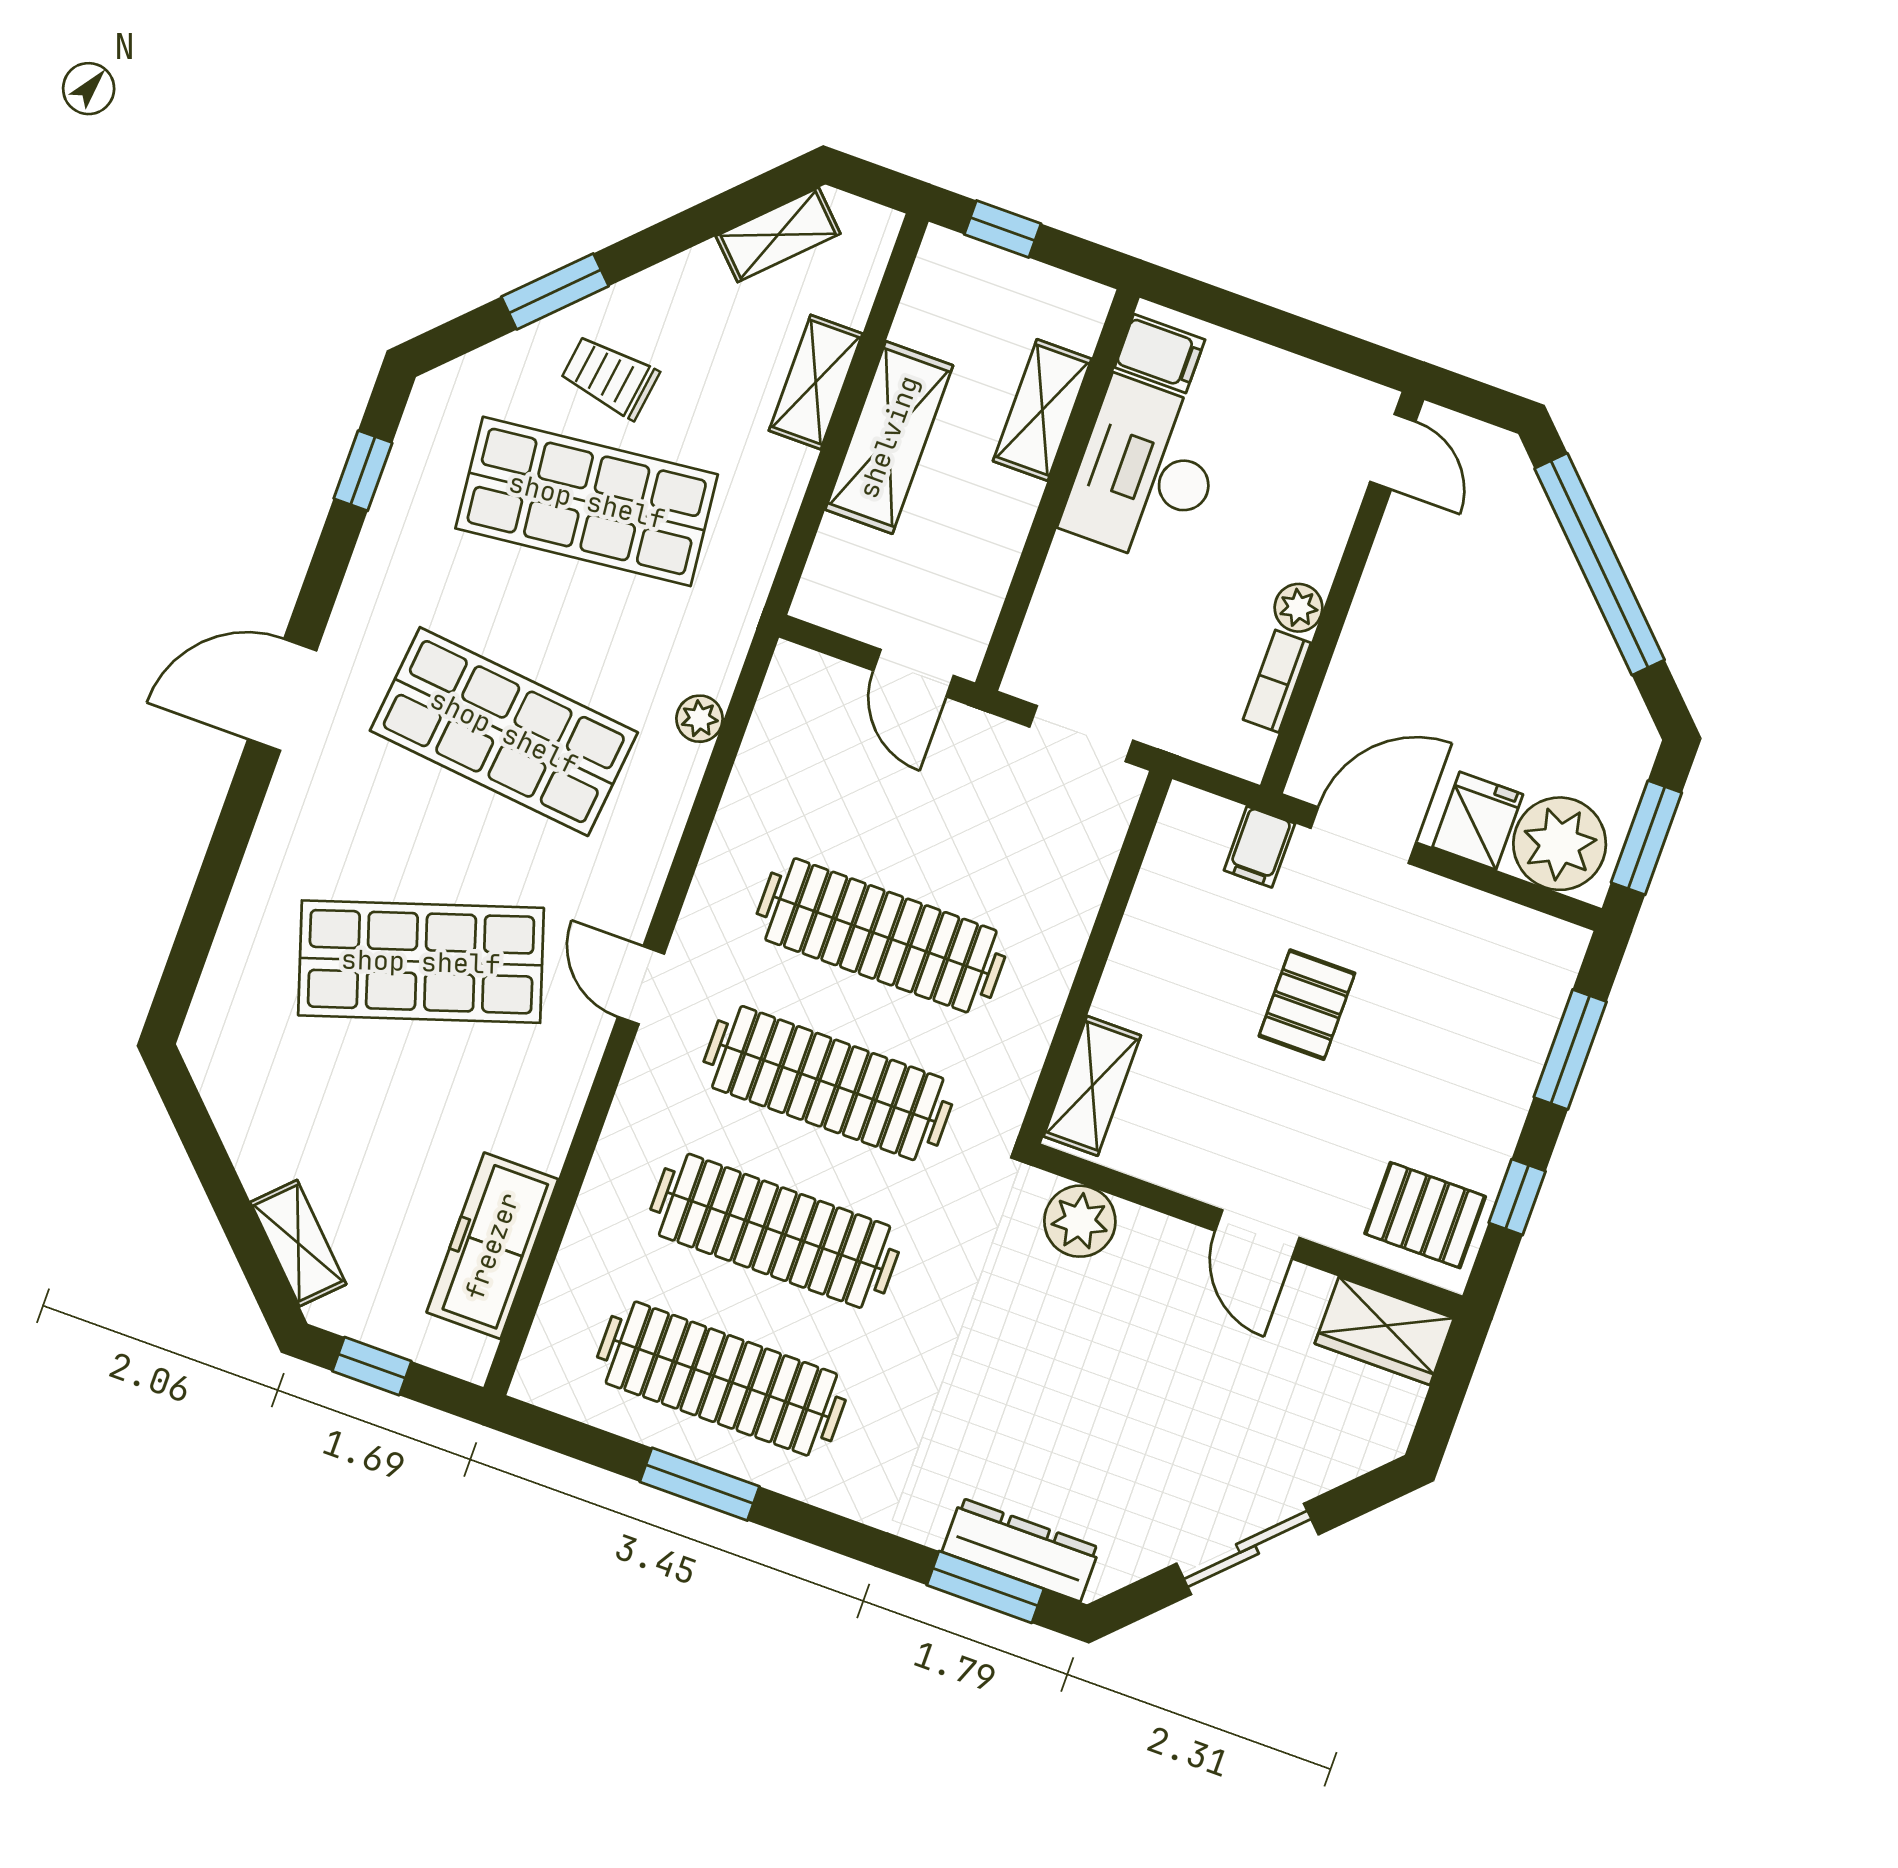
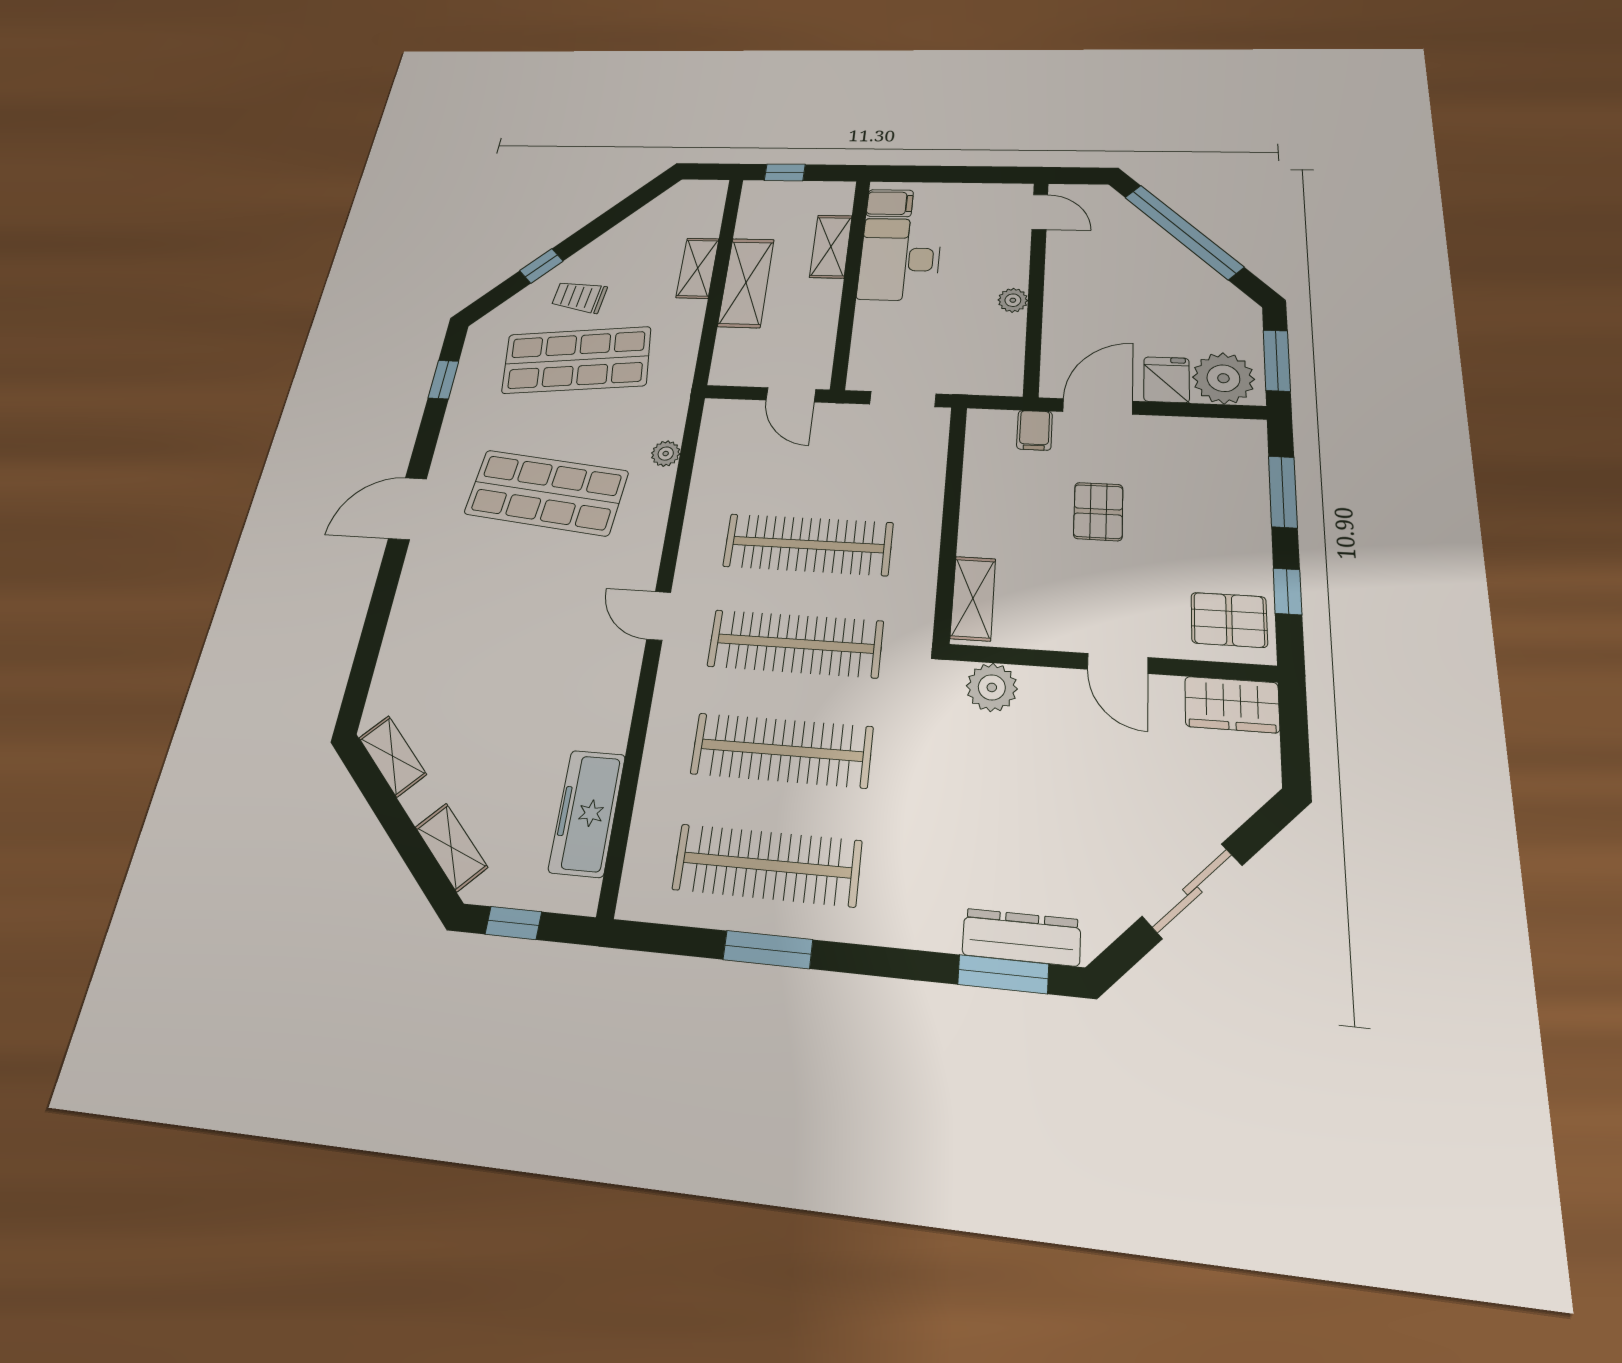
shelving: (778, 235) -> (393, 756), moved, turned 90
window: (555, 291) -> (541, 266), width x0.67
bookcase: (1277, 681) -> (1014, 340), removed
shop shelf: (421, 962) -> (513, 640), removed

